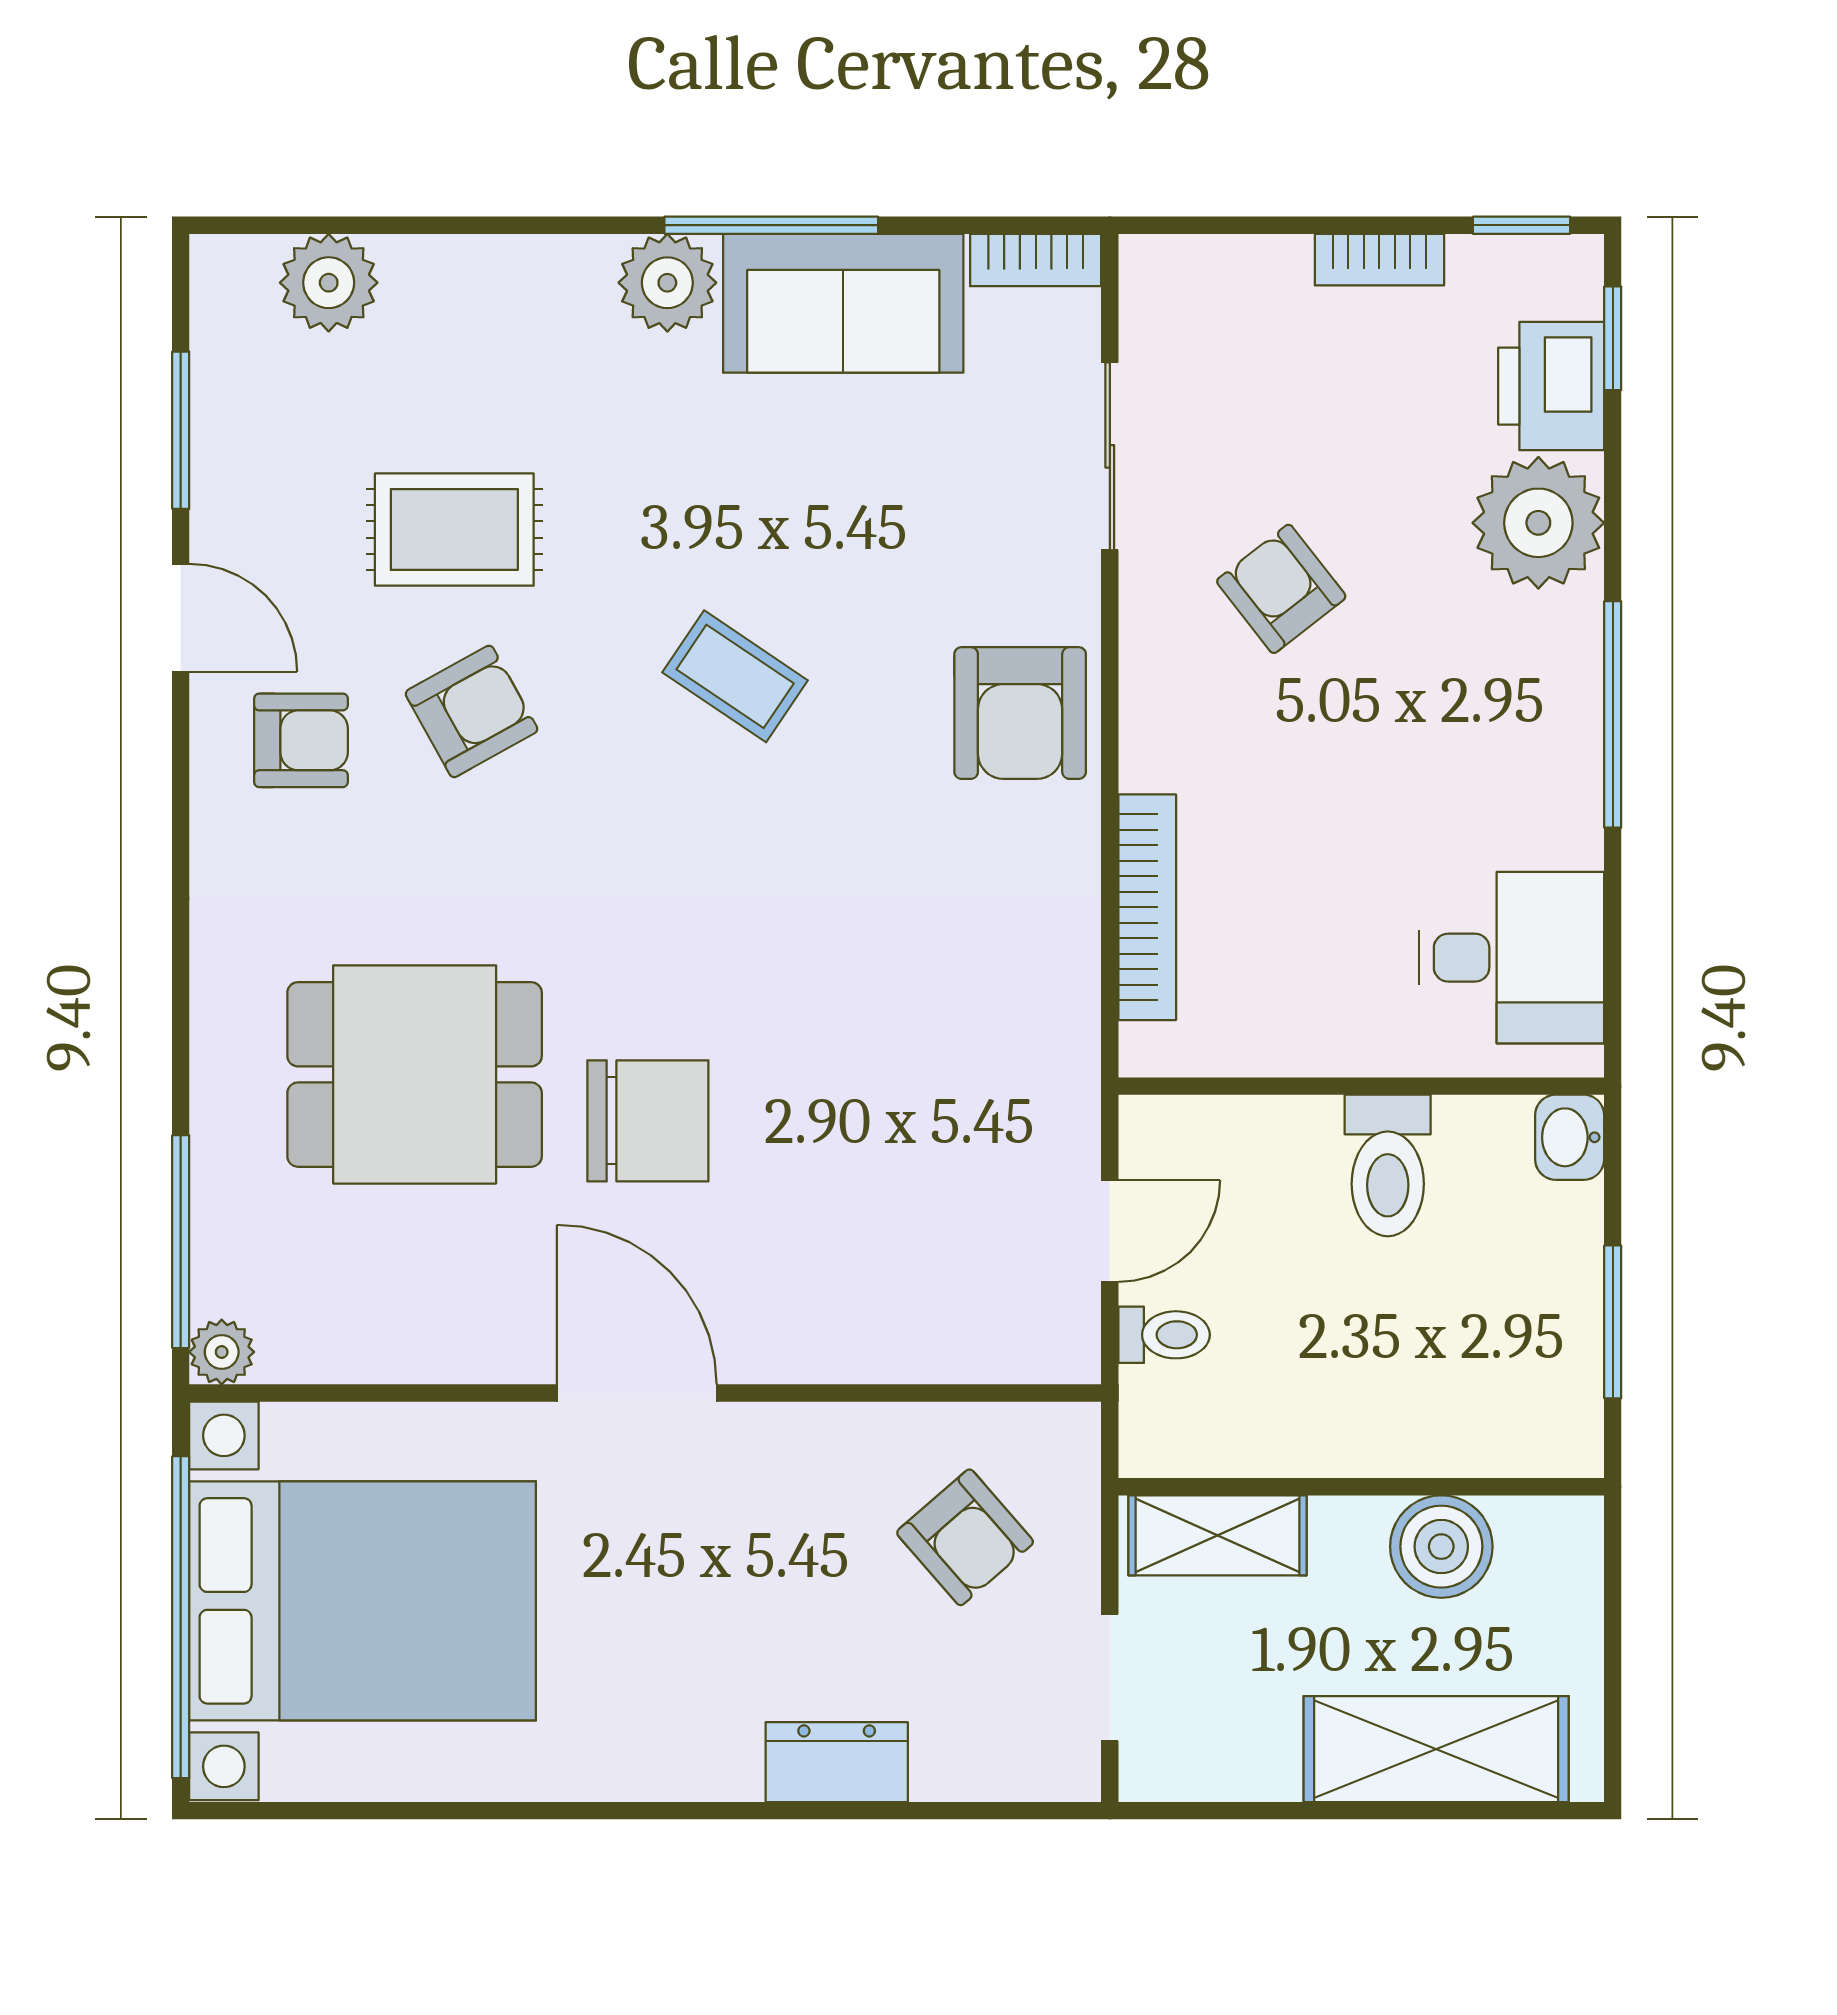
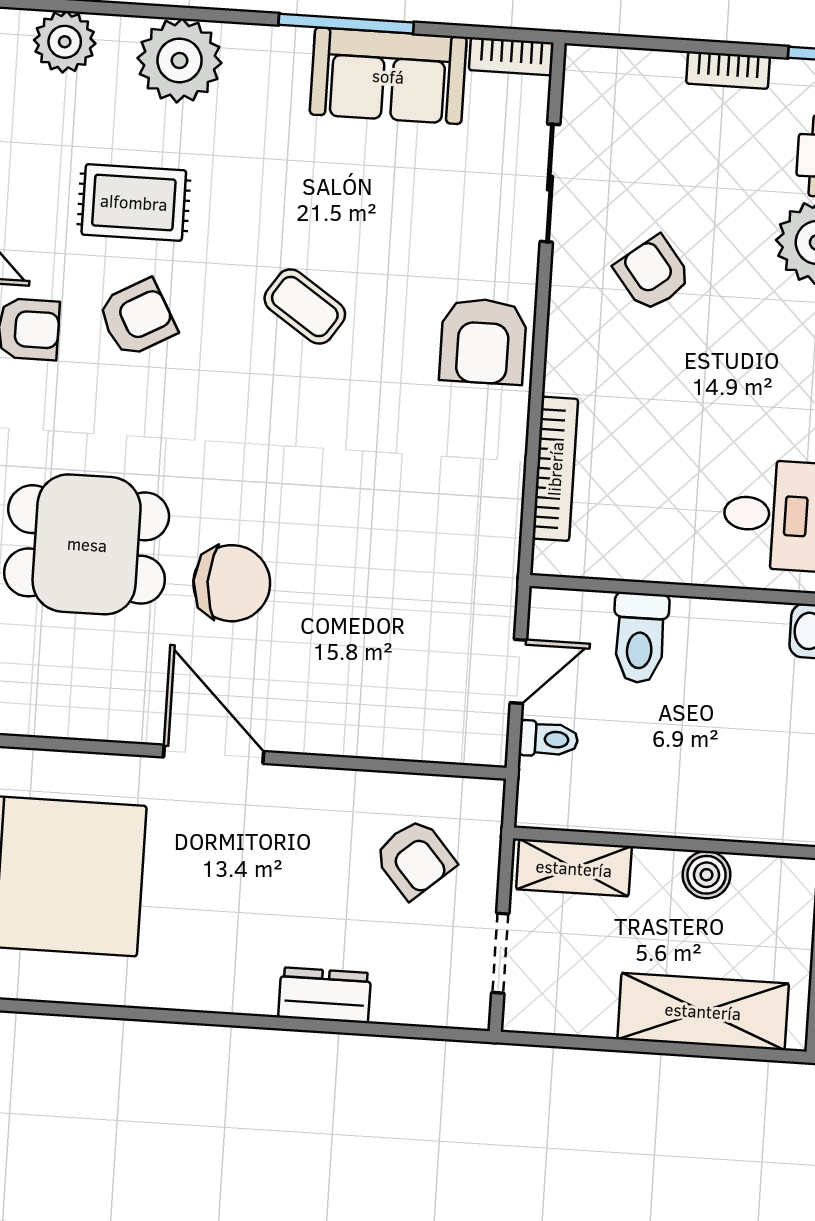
plant: (667, 283) -> (180, 60), moved, width x1.36, depth x1.36
toilet: (1388, 1165) -> (640, 638), moved
boiler: (1441, 1547) -> (707, 875), width x0.73, depth x0.73

